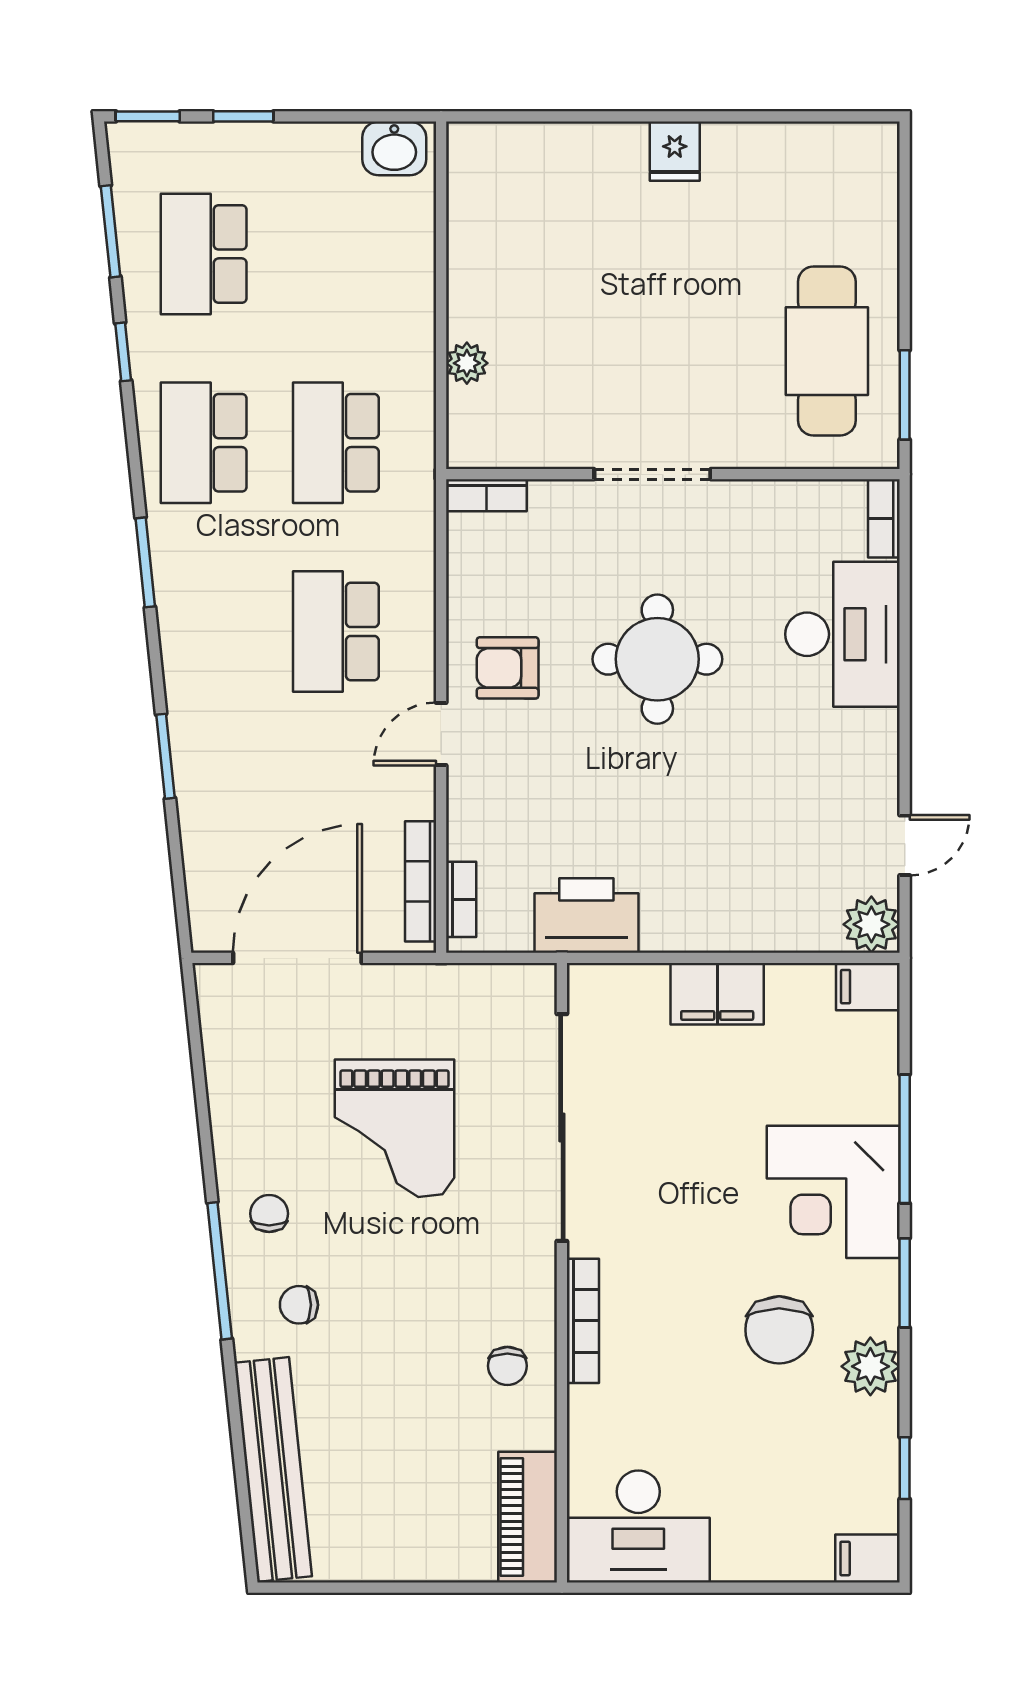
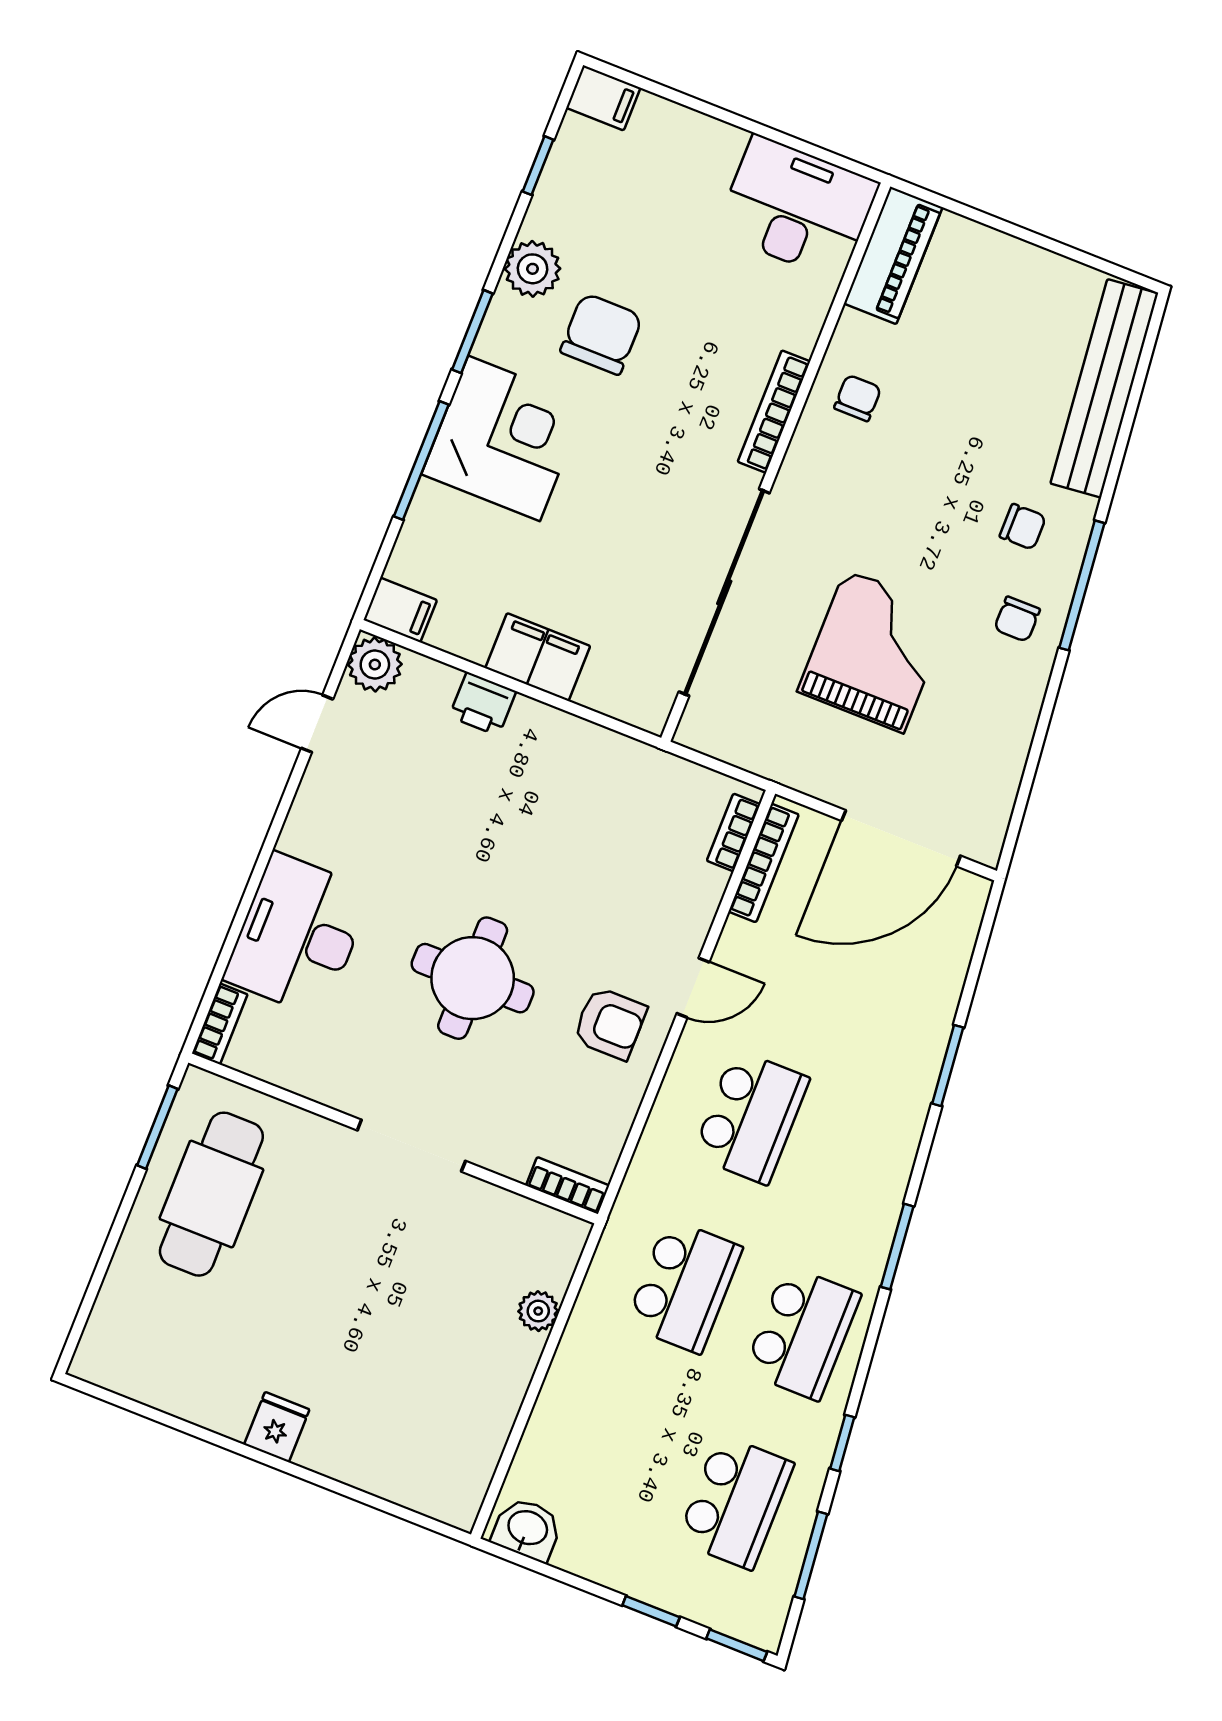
printer: (586, 915) -> (483, 704), moved, width x0.53, depth x0.68

